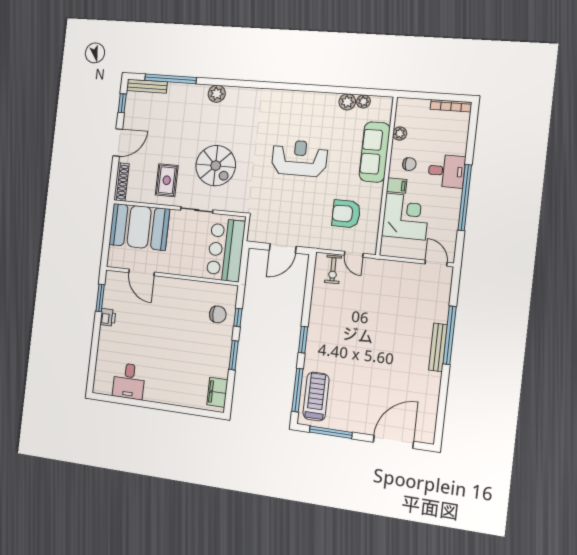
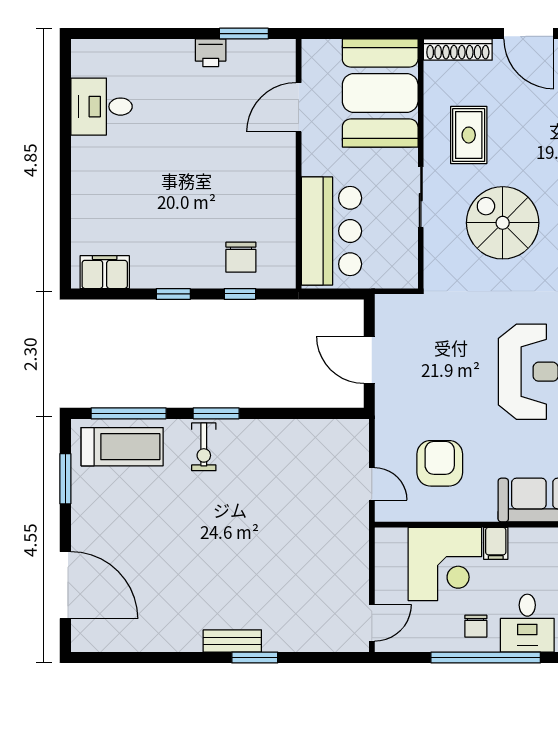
chair: (409, 164) -> (476, 626), moved
spiral stairs: (216, 166) -> (503, 223), turned 90
rug: (167, 180) -> (469, 135), turned 90
bar counter: (226, 250) -> (331, 231), moved, turned 90
door: (354, 254) -> (372, 484), swing flipped
exercise bike: (333, 269) -> (204, 447), moved, turned -89
window: (450, 335) -> (255, 658), width x0.47
bench: (438, 347) -> (232, 641), width x0.73
window: (234, 355) -> (173, 294), width x0.67
window: (331, 432) -> (65, 479), width x0.69

